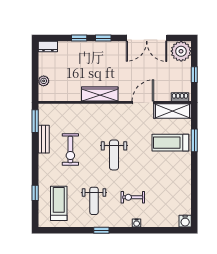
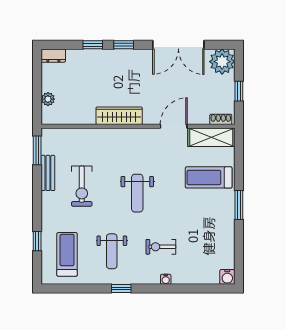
window: (194, 140) -> (239, 205), moved

